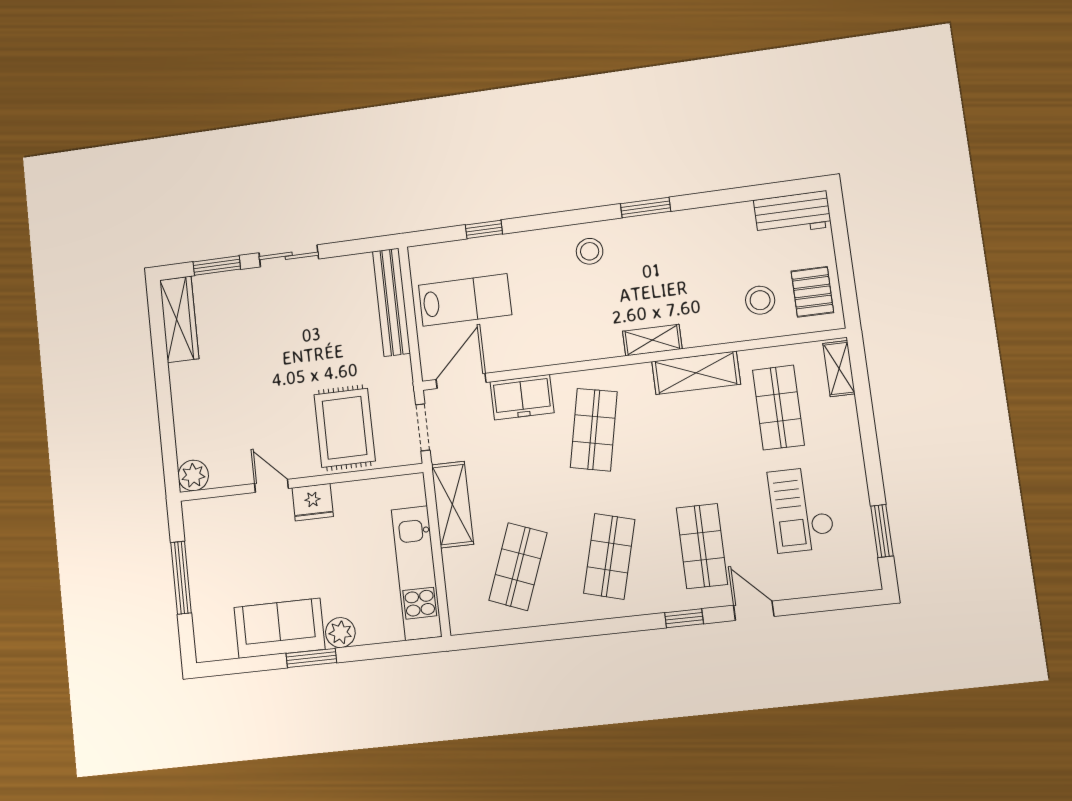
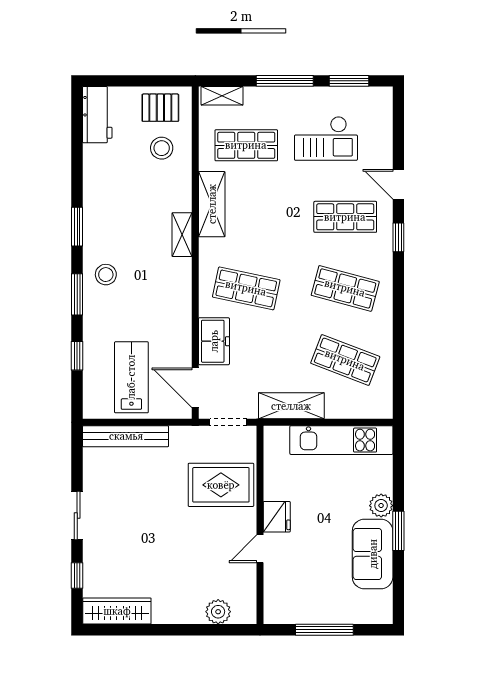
window: (560, 219) -> (77, 294), added
window: (217, 266) -> (77, 576), width x0.67
window: (870, 447) -> (285, 81), added
plant: (193, 475) -> (218, 612), moved
door: (754, 611) -> (398, 184), hinge flipped

